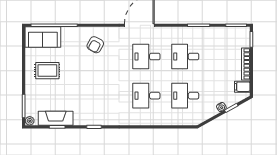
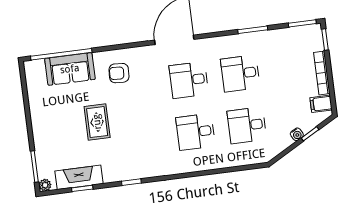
sofa: (43, 37) -> (70, 69), moved
armchair: (95, 45) -> (119, 73), turned 65
rug: (47, 71) -> (97, 122), moved, turned 90

